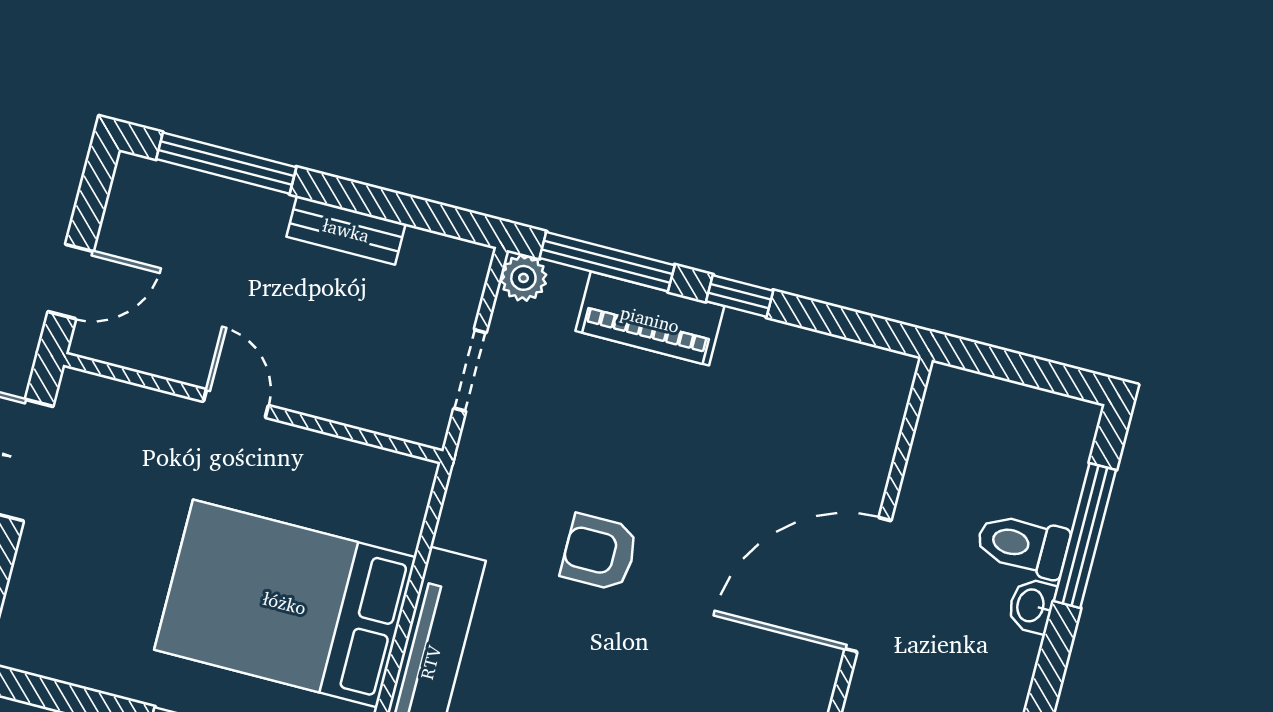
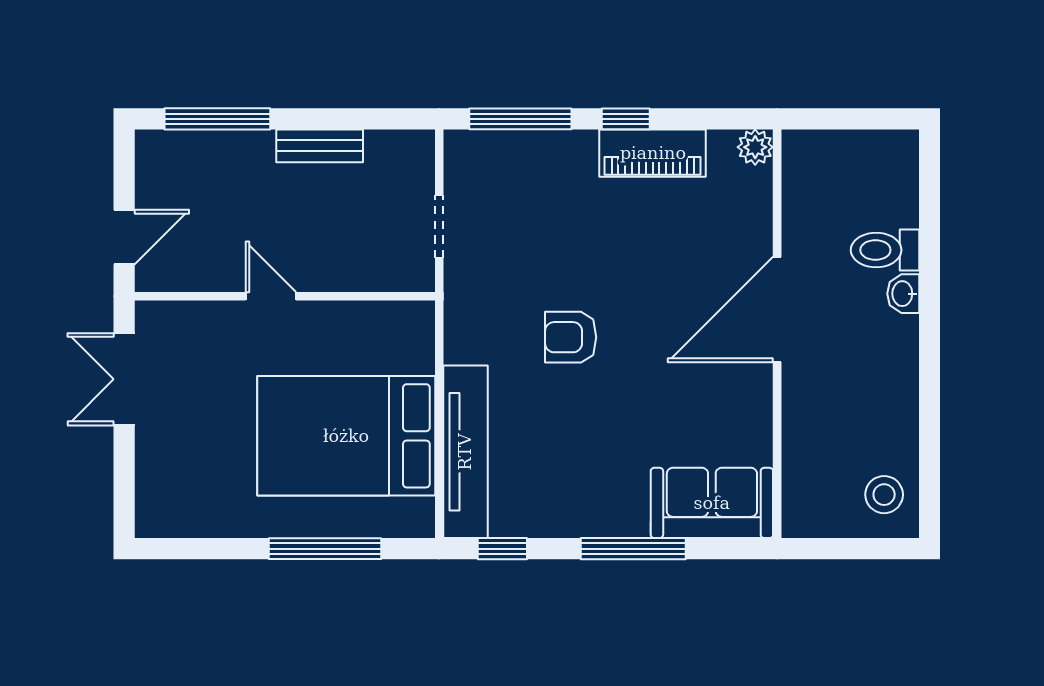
plant: (523, 278) -> (755, 147), moved
piano: (650, 319) -> (653, 153), moved
window: (1085, 536) -> (929, 231), removed

